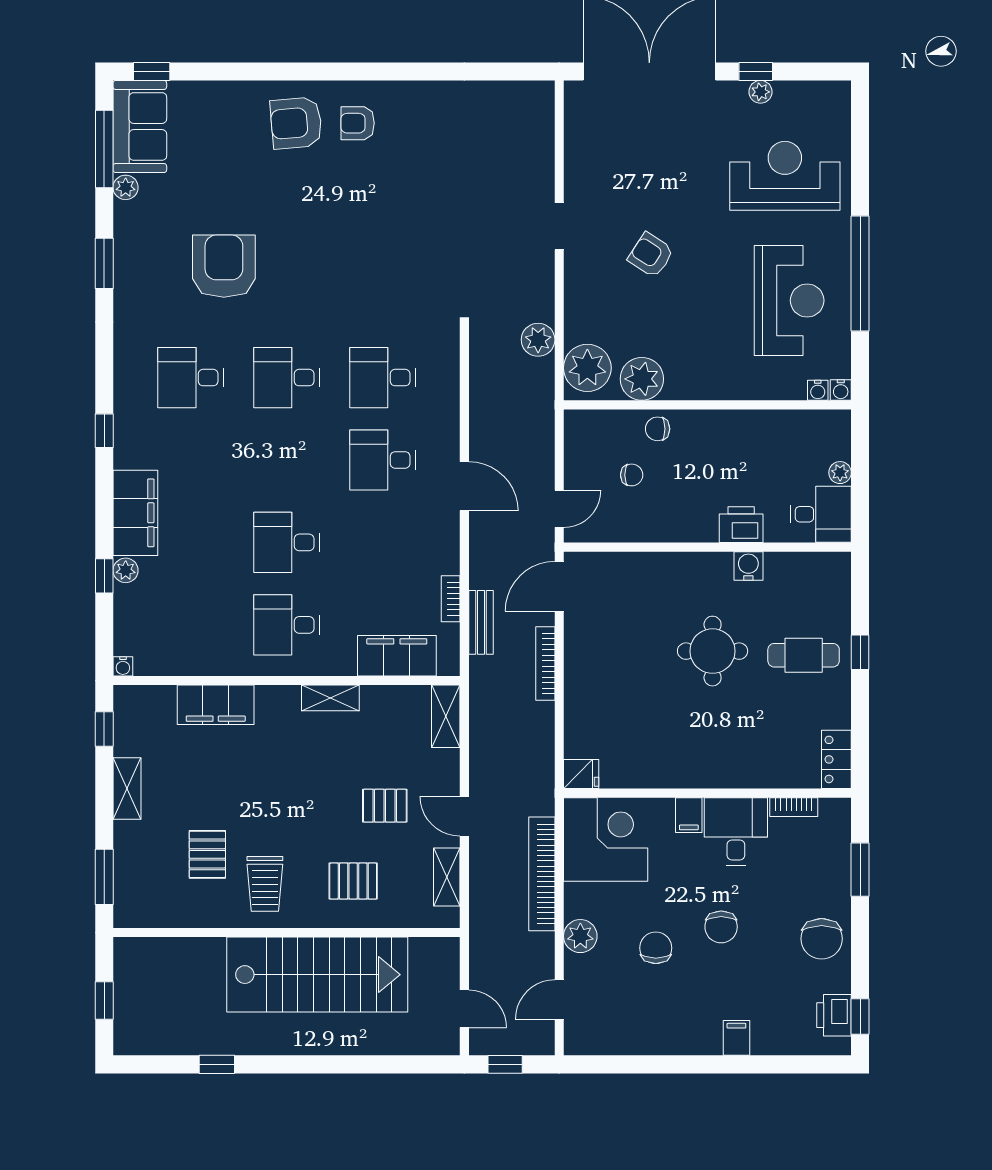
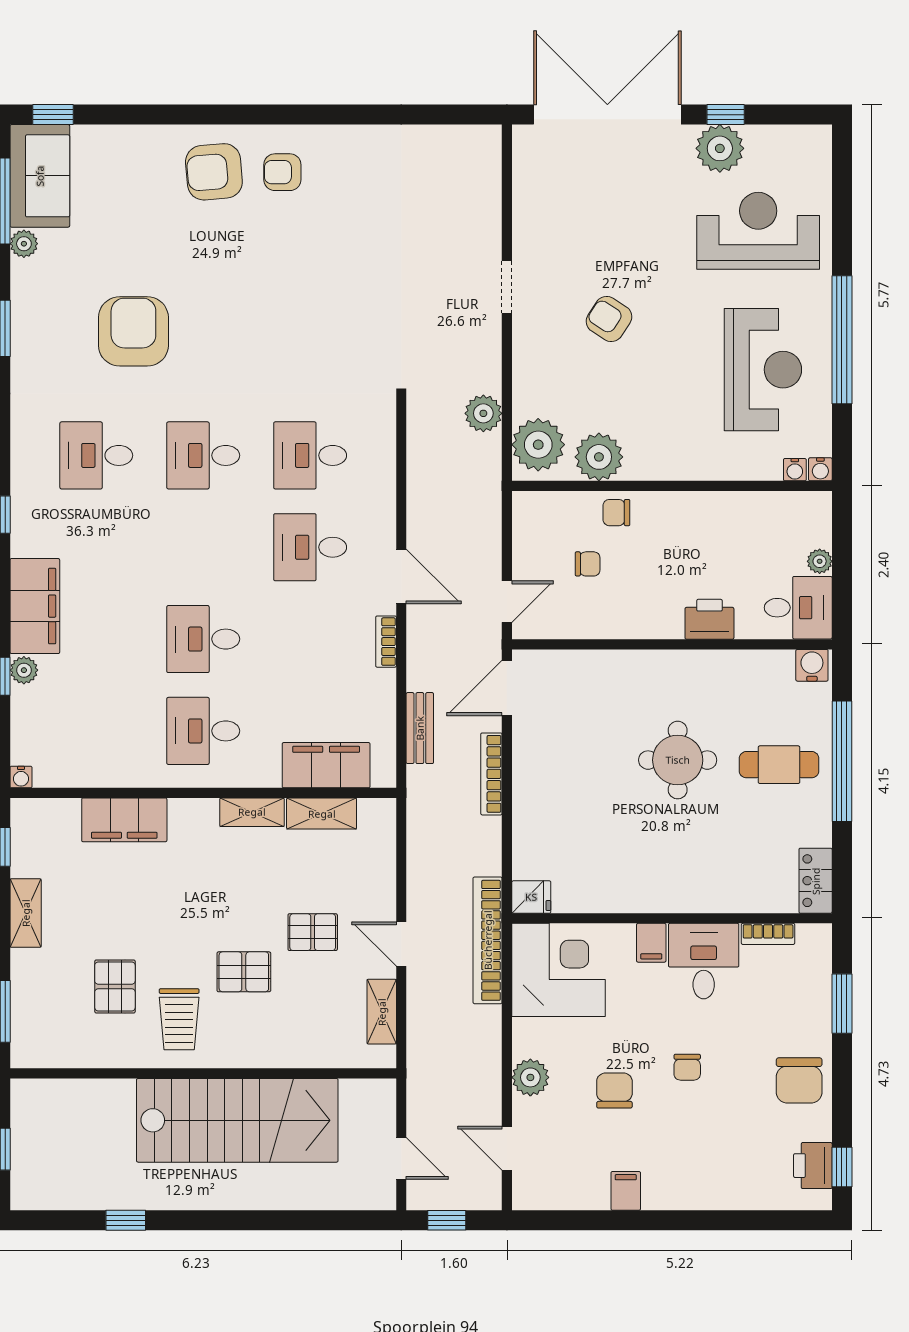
plant: (760, 92) -> (720, 148), width x1.87, depth x1.87
water cooler: (748, 566) -> (812, 665), moved
bookcase: (451, 599) -> (386, 642), moved
window: (860, 652) -> (842, 761), width x3.17
shelving: (446, 716) -> (322, 814), moved, turned 90
bookcase: (542, 874) -> (488, 940), moved
pallet: (353, 881) -> (244, 972), moved
chair: (721, 927) -> (687, 1067), width x0.73, depth x0.73
door: (559, 1000) -> (507, 1148), hinge flipped
filing cabinet: (736, 1038) -> (626, 1191), moved

